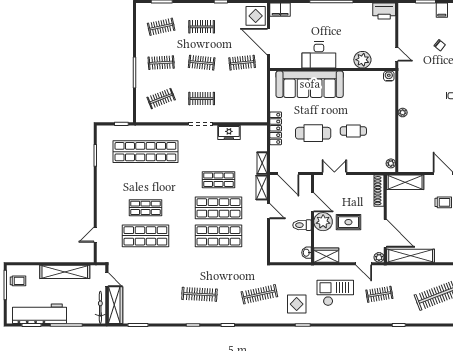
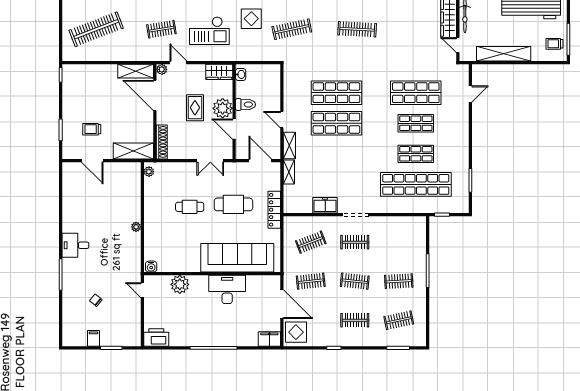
clothes rail: (161, 99) -> (311, 242), moved
shop shelf: (218, 180) -> (416, 154), moved
rug: (348, 222) -> (195, 108), turned 90
shelving: (411, 256) -> (136, 71), width x0.68

